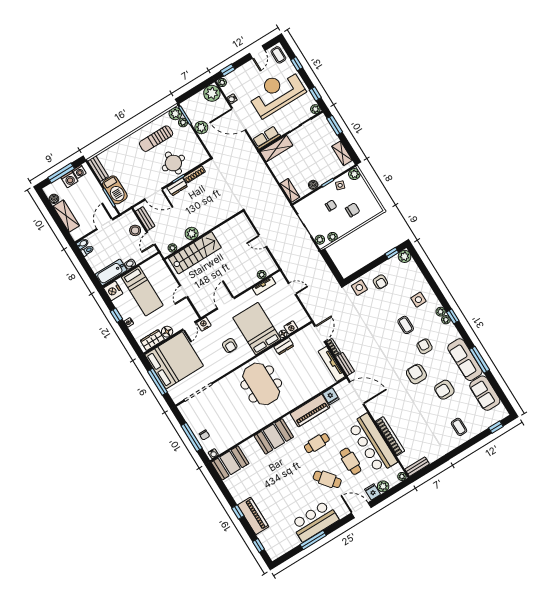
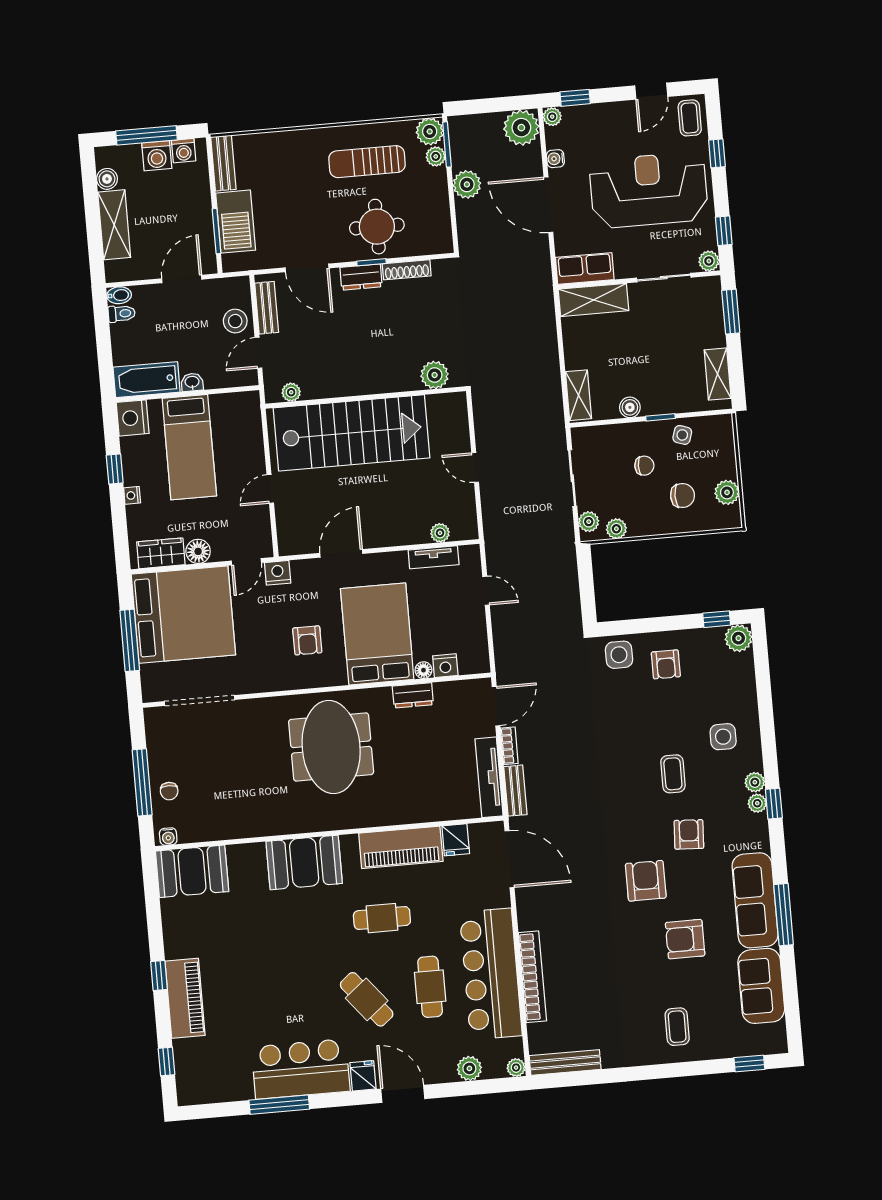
plant: (354, 174) -> (727, 492), moved
plant: (192, 234) -> (435, 375), moved
stairs: (195, 253) -> (351, 433), width x1.36, depth x1.51
bench: (417, 467) -> (565, 1062), width x1.36
fridge: (373, 492) -> (363, 1076), moved

